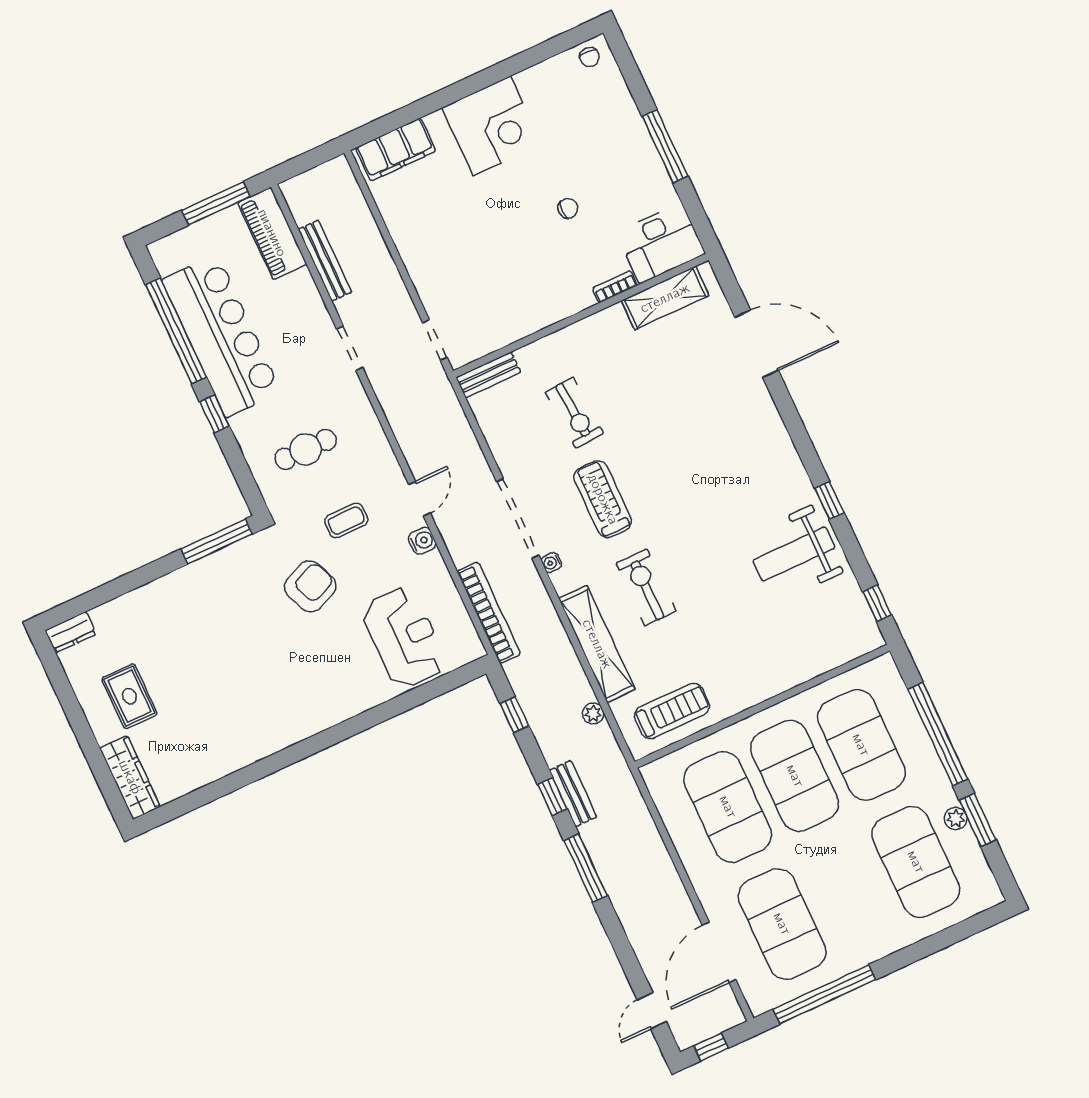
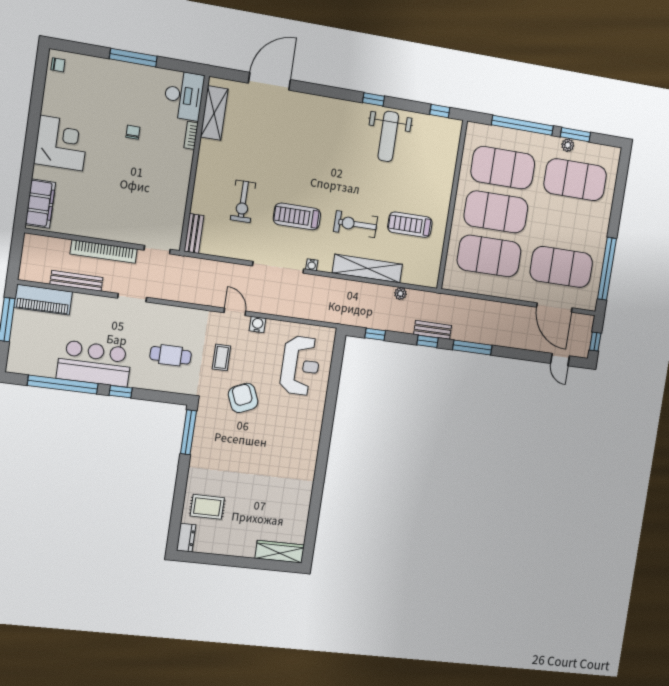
bar counter: (222, 336) -> (94, 363), width x0.73
exercise bike: (574, 413) -> (243, 201), turned 94
cafe table: (306, 449) -> (171, 355), turned 90
bookcase: (489, 613) -> (104, 251), moved, turned 180
reception desk: (404, 637) -> (300, 366), turned 90
rug: (129, 696) -> (207, 507), moved
treadmill: (672, 711) -> (410, 225), moved, turned -90

